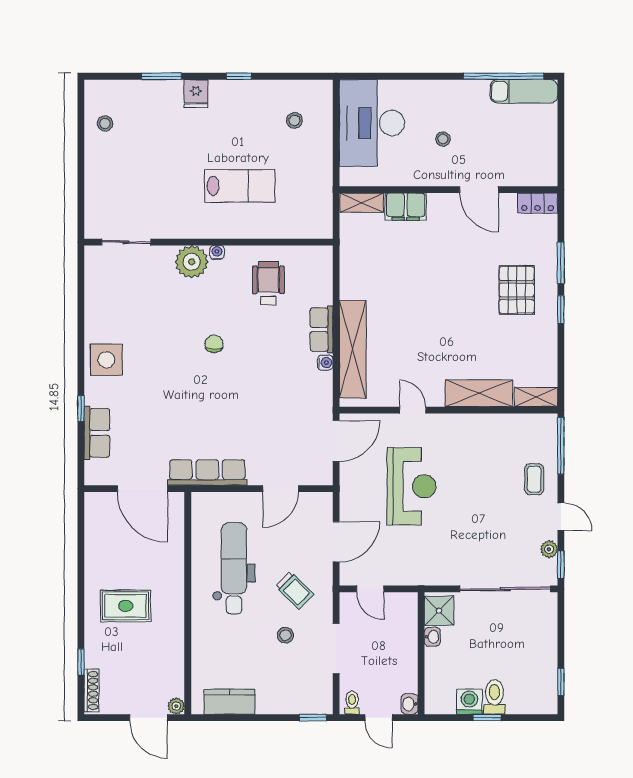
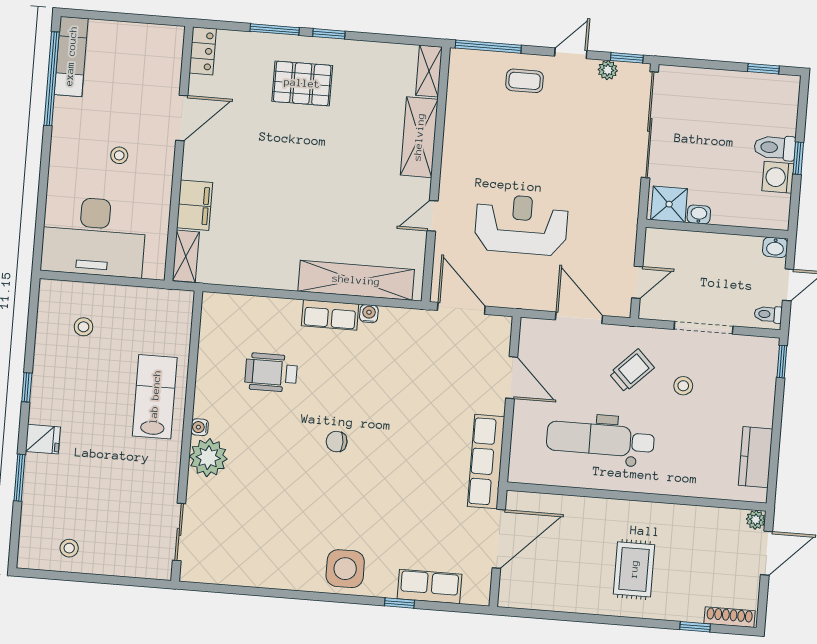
sliding door: (126, 242) -> (179, 532), moved
wall: (208, 242) -> (187, 436), moved
water cooler: (217, 252) -> (200, 427), moved
plant: (192, 262) -> (208, 458), moved

